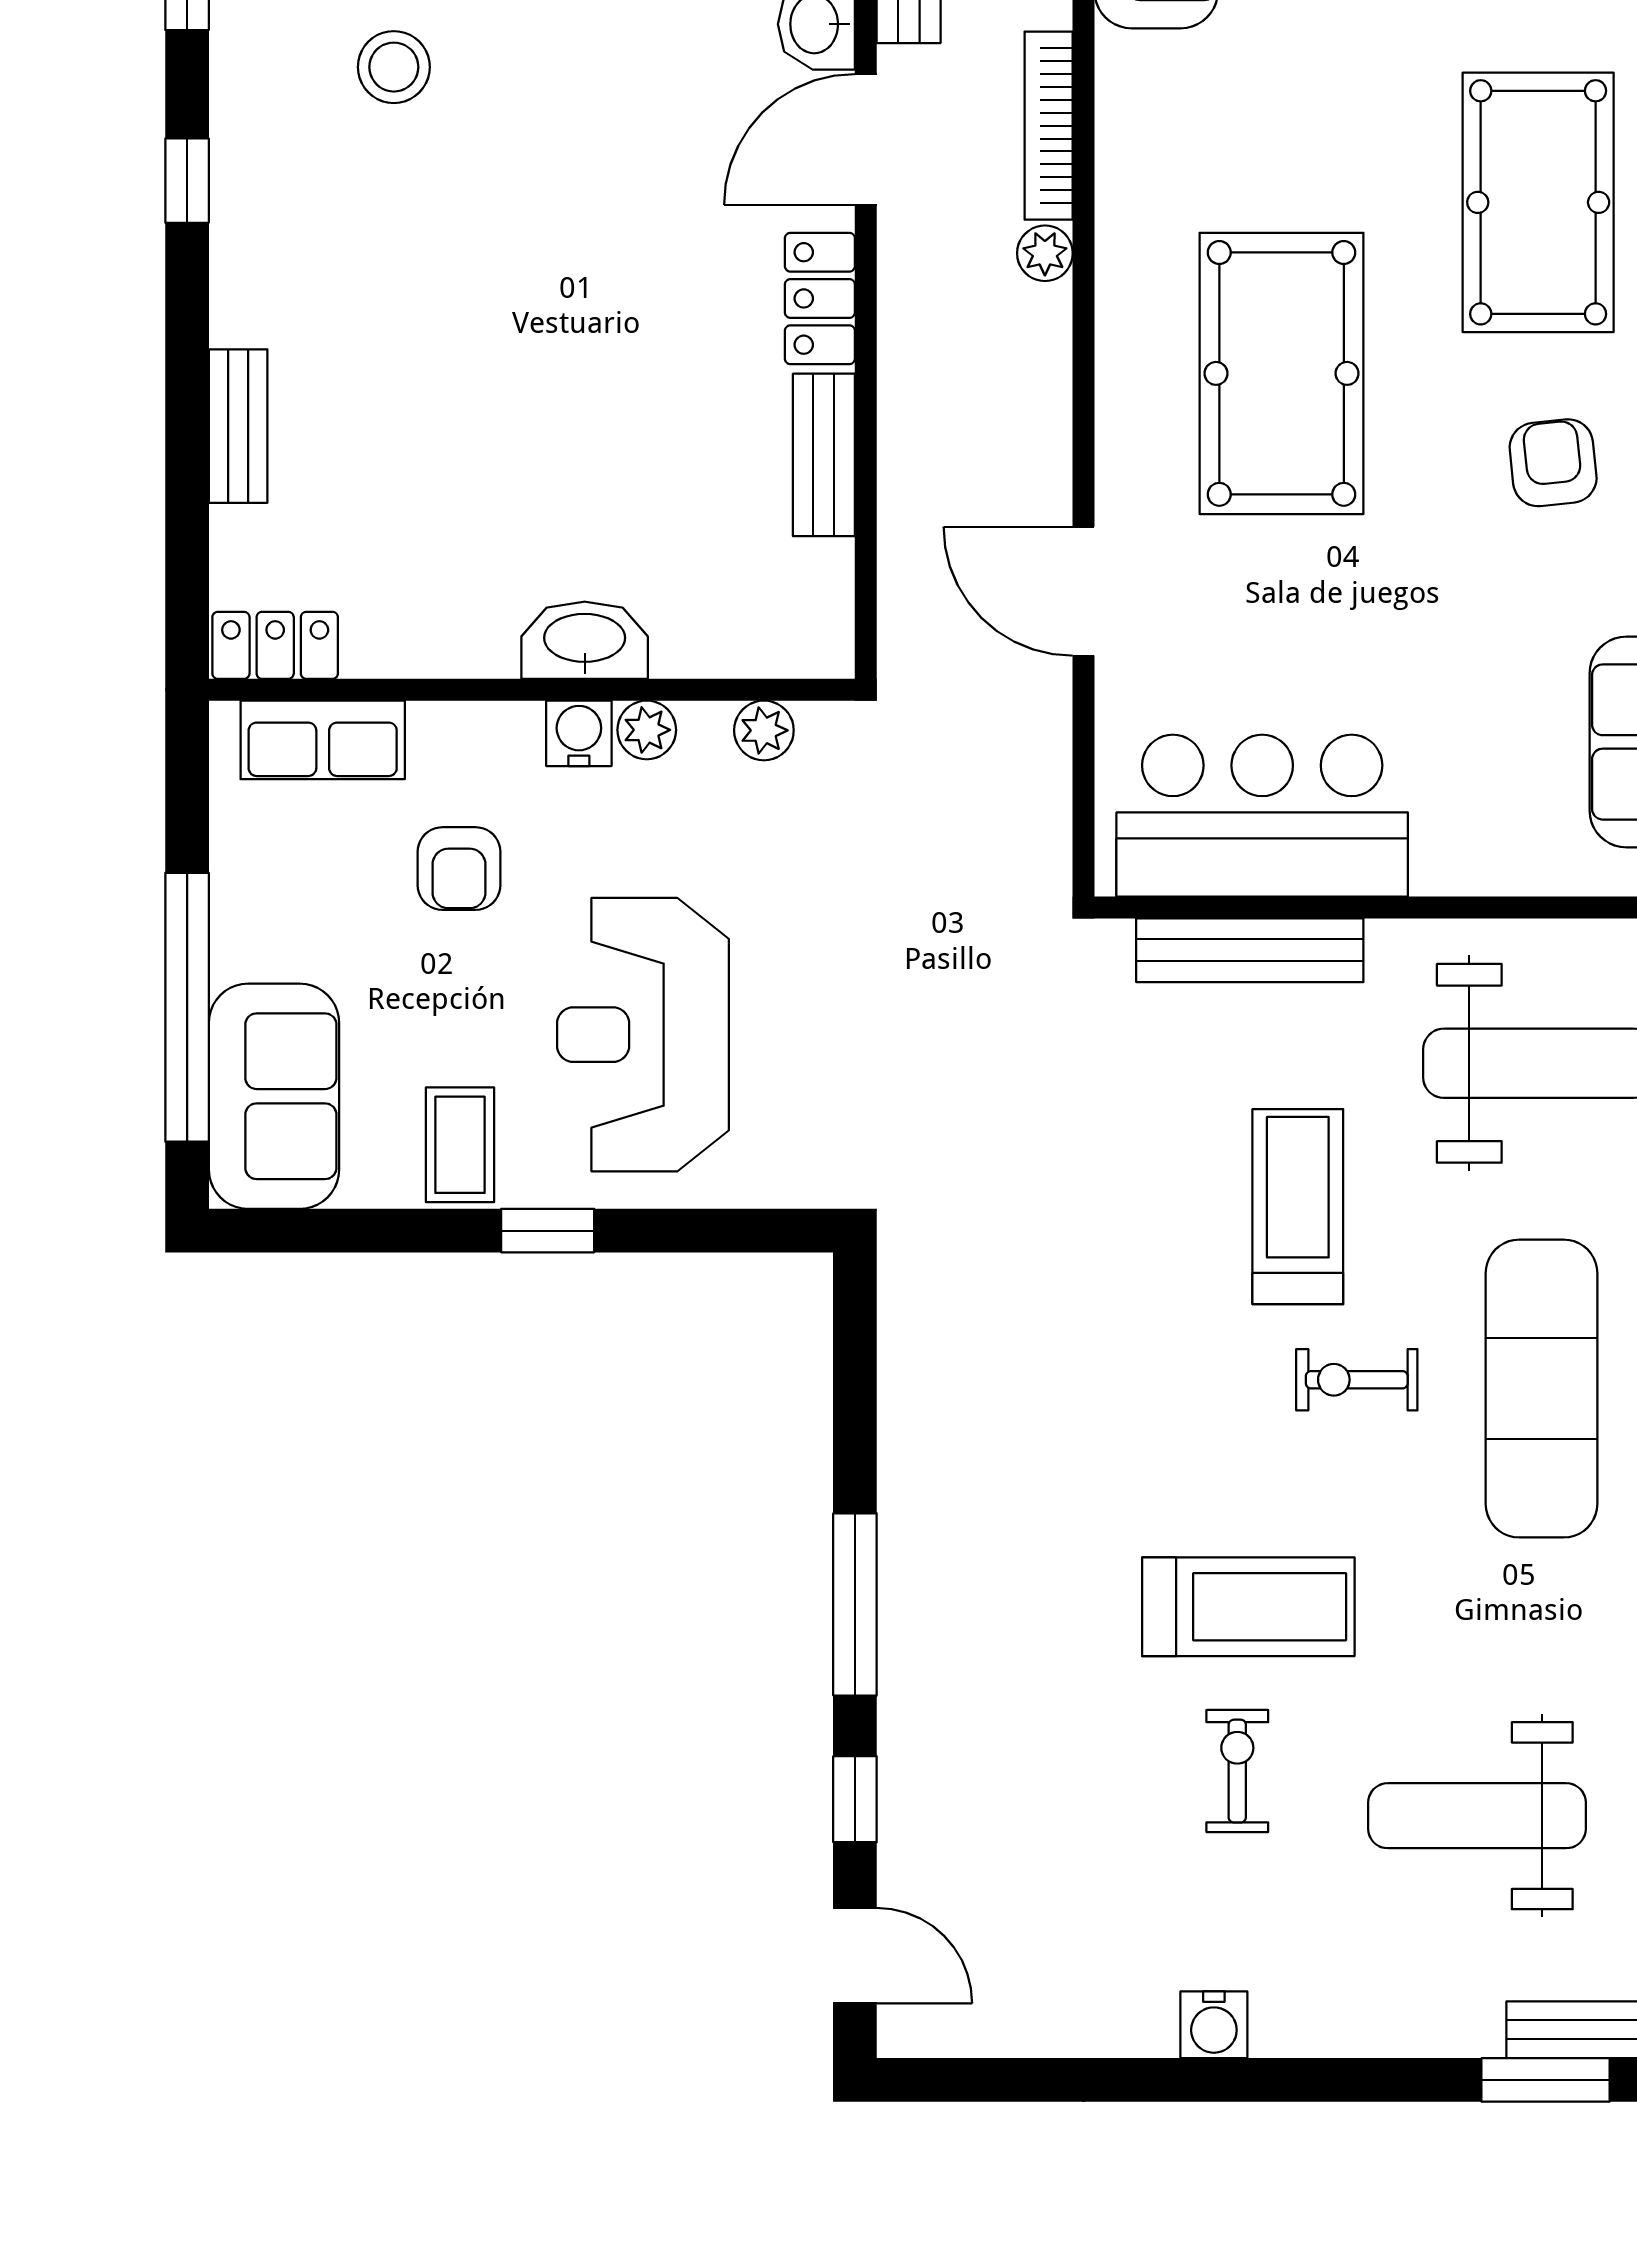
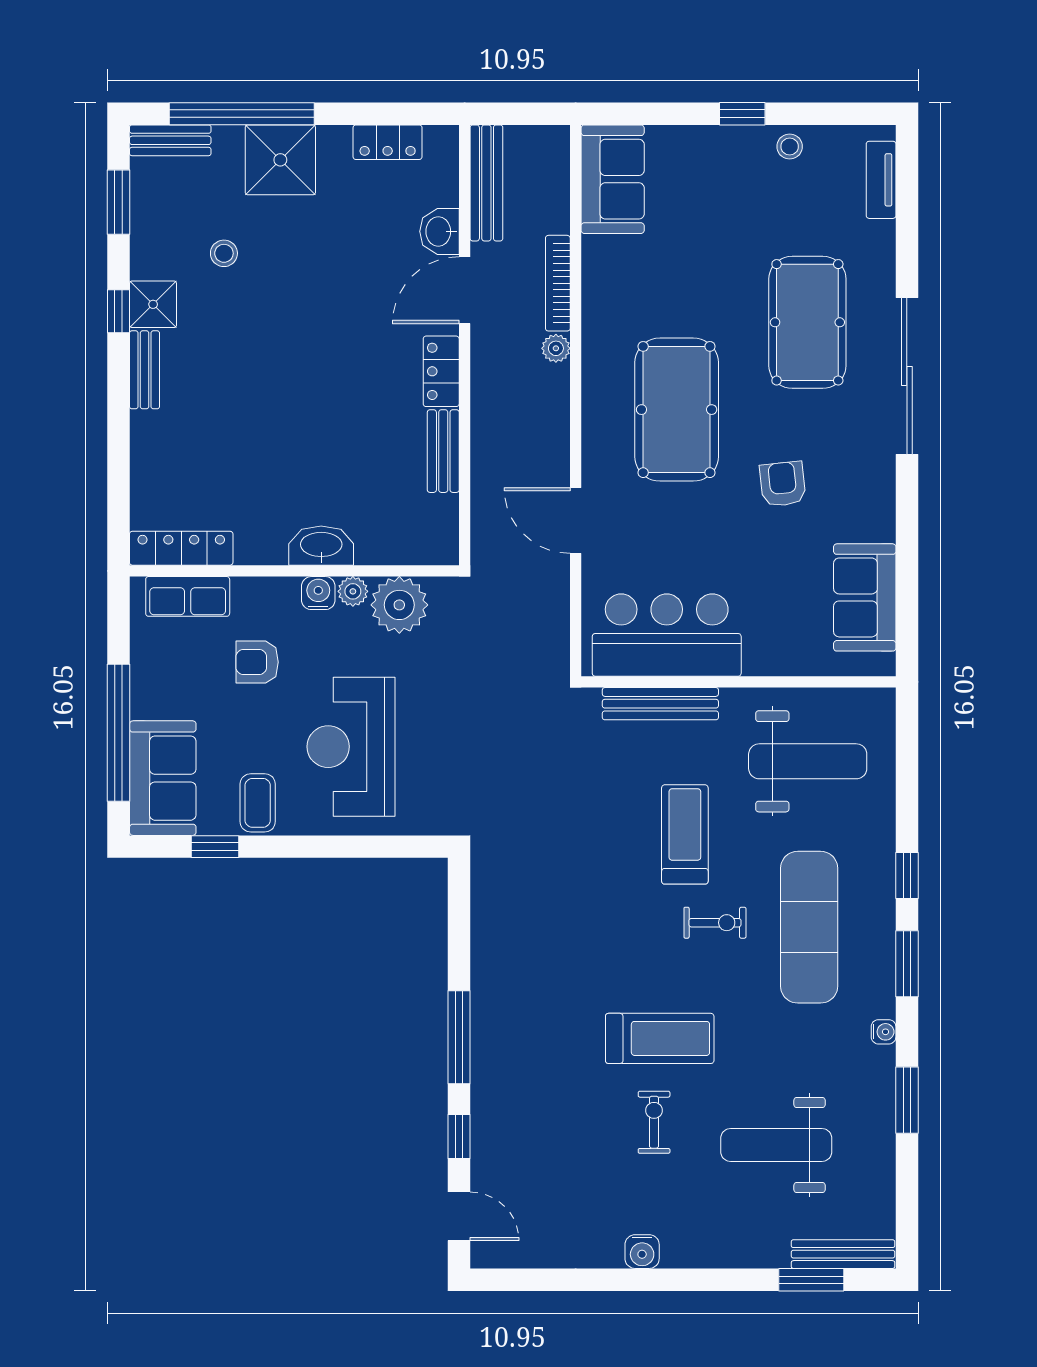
stool: (394, 67) -> (224, 253), width x0.73, depth x0.73
shower: (255, 167) -> (153, 304), added
bench: (238, 426) -> (145, 370), moved
armchair: (1553, 463) -> (783, 484), moved
locker: (275, 645) -> (181, 548), width x1.53
plant: (764, 730) -> (399, 605), width x1.87, depth x1.87
armchair: (459, 869) -> (257, 662), turned 90
window: (548, 1231) -> (215, 847), moved
exercise bike: (1357, 1380) -> (715, 923), turned 180

